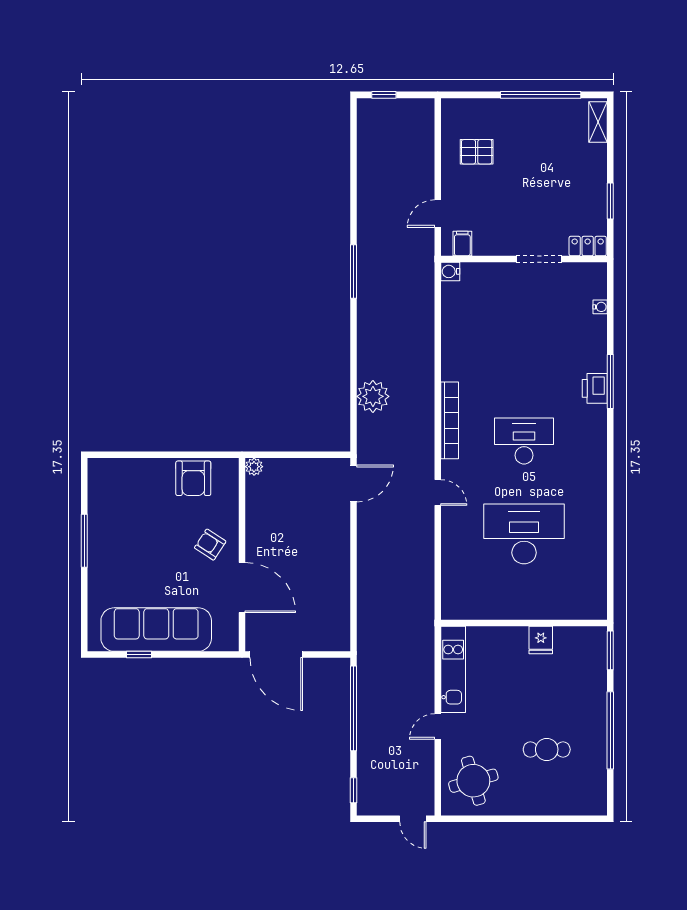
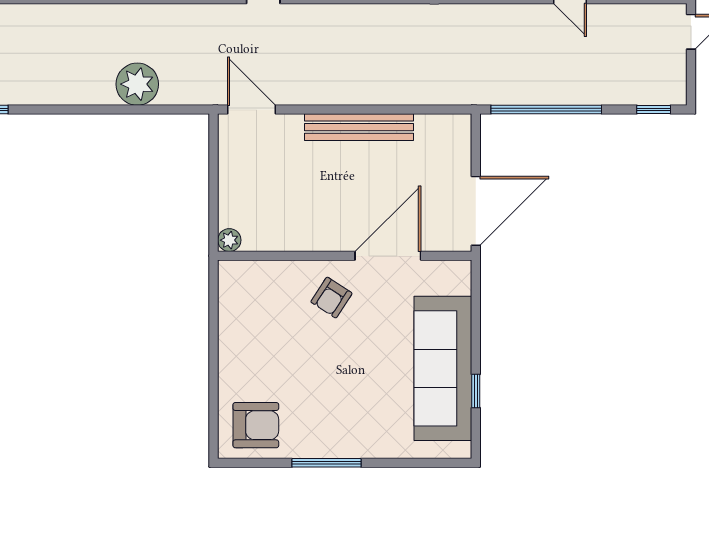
armchair: (193, 478) -> (256, 425), moved
bench: (340, 566) -> (359, 127), added

